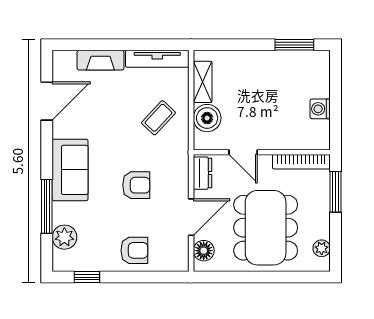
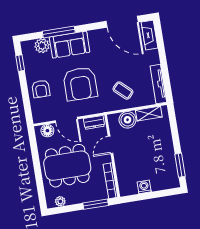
fireplace: (100, 60) -> (150, 35), moved
door: (47, 101) -> (122, 22), width x1.36
sofa: (70, 170) -> (70, 45), moved
armchair: (136, 185) -> (80, 84), width x1.88, depth x1.88

